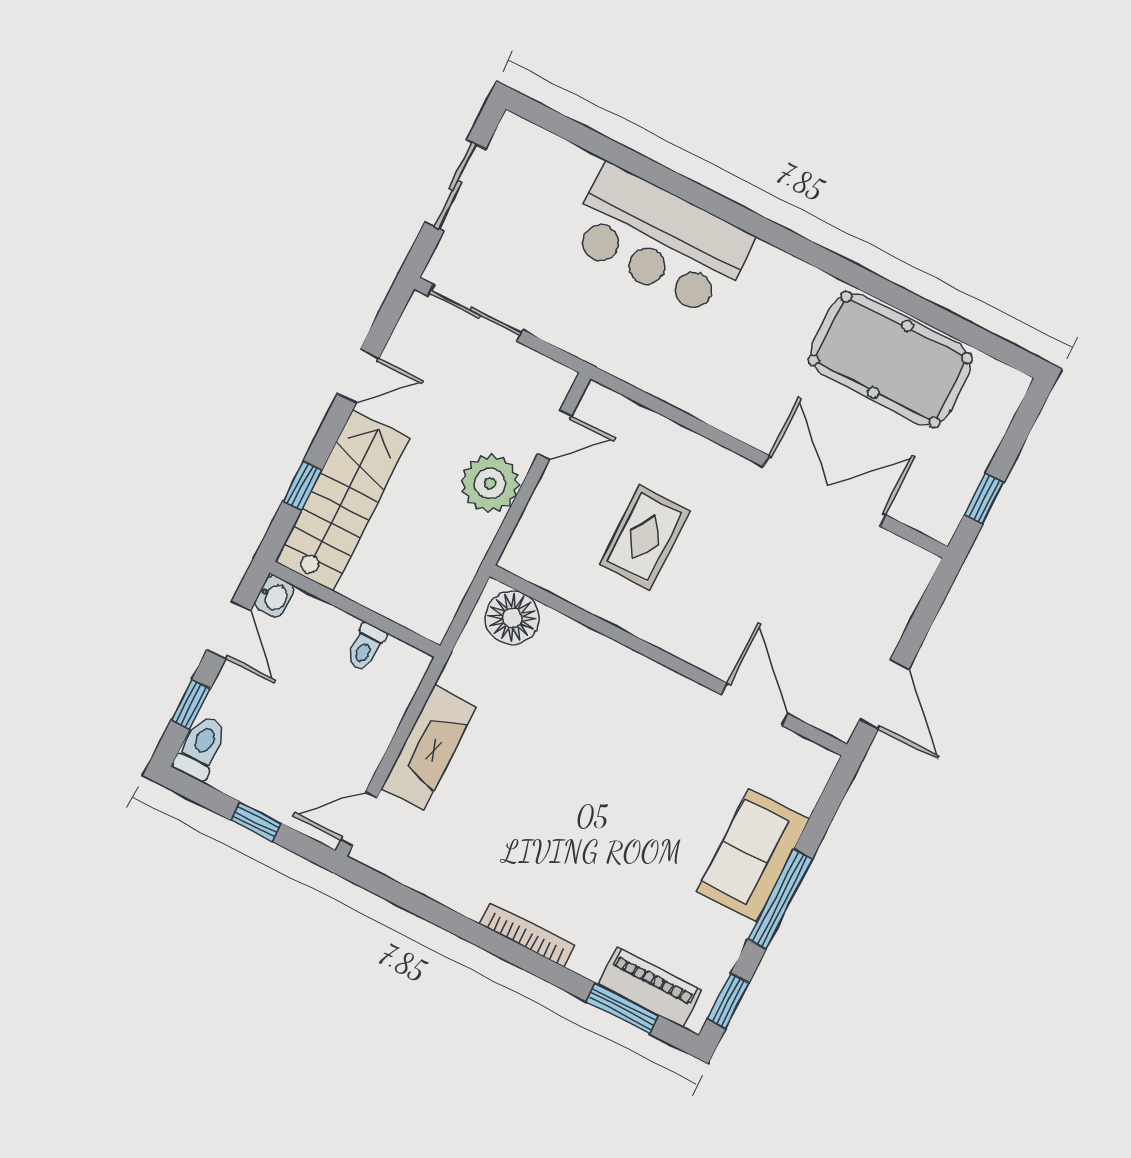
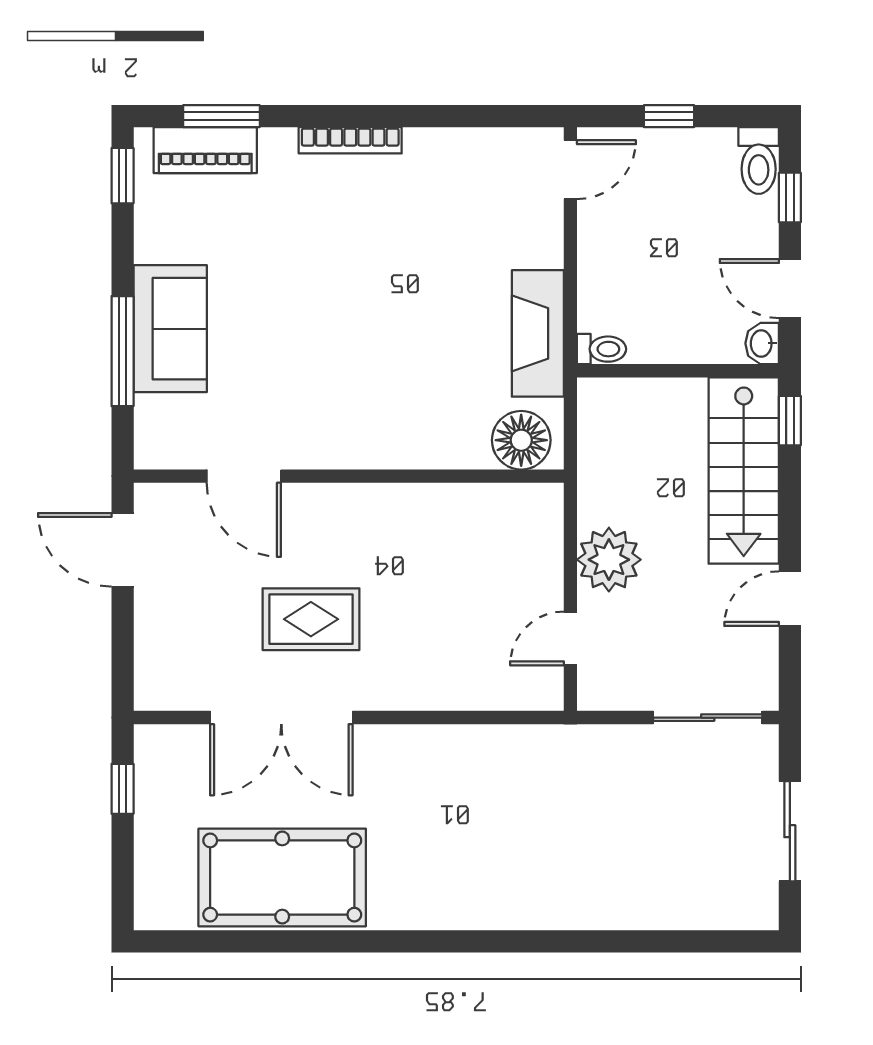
bar counter: (660, 240) -> (564, 879), removed
window: (302, 486) -> (790, 421), moved
rug: (644, 537) -> (311, 619), moved, turned 90
toilet: (366, 647) -> (602, 349), moved, turned 90
fireplace: (429, 748) -> (538, 333), moved
window: (780, 899) -> (123, 351), moved

